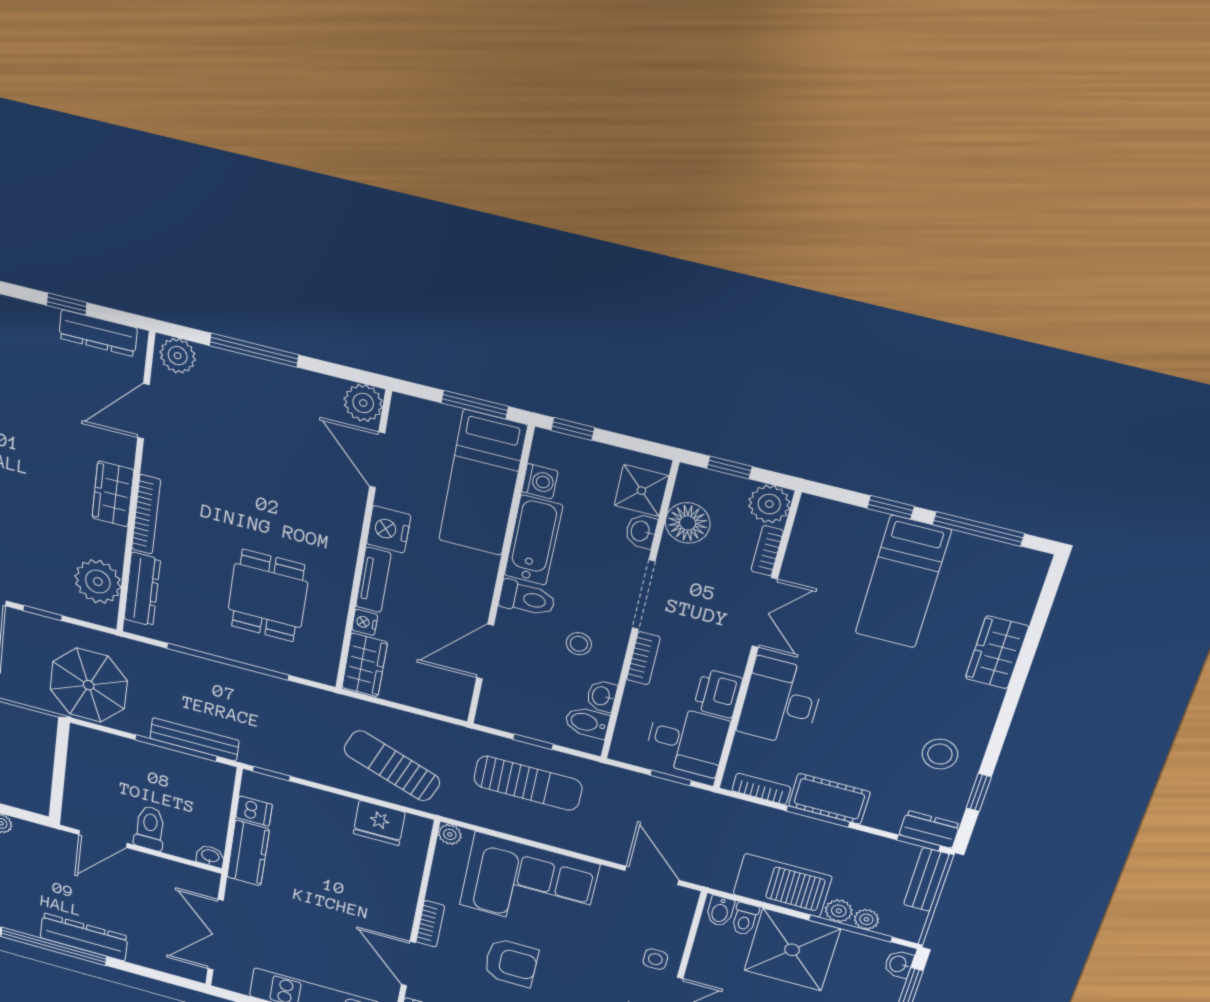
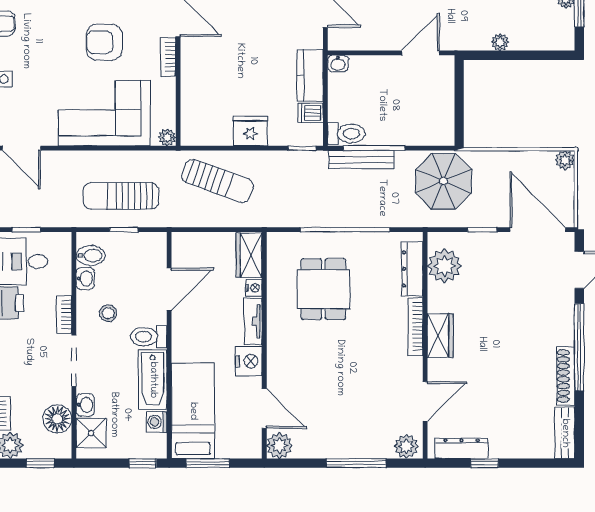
fridge: (379, 823) -> (250, 131), moved
toilet: (150, 828) -> (346, 134), moved, turned -90

